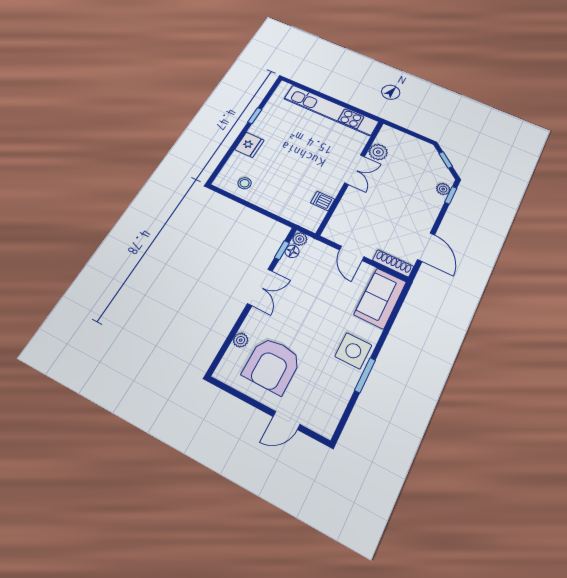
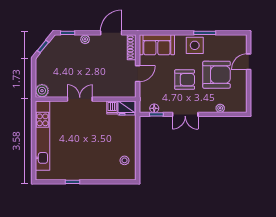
fridge: (249, 145) -> (127, 108), moved, turned 180
plant: (378, 152) -> (42, 91), moved
plant: (443, 189) -> (85, 39), moved
plant: (300, 239) -> (144, 108), removed
double door: (260, 287) -> (185, 114), swing flipped
armchair: (310, 311) -> (185, 80), added
armchair: (272, 365) -> (217, 75), moved
door: (286, 421) -> (249, 62), swing flipped

